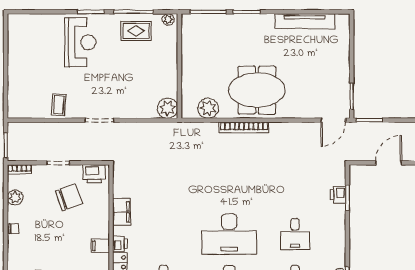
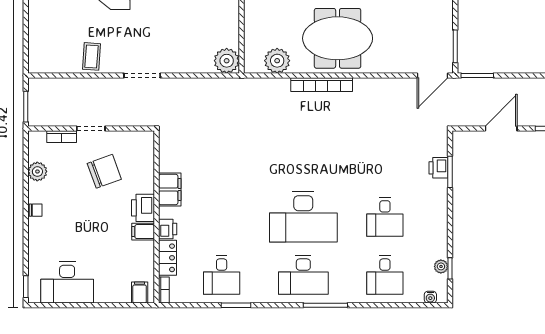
bookcase: (19, 169) -> (62, 137), moved
printer: (94, 174) -> (143, 208), moved, turned 90

